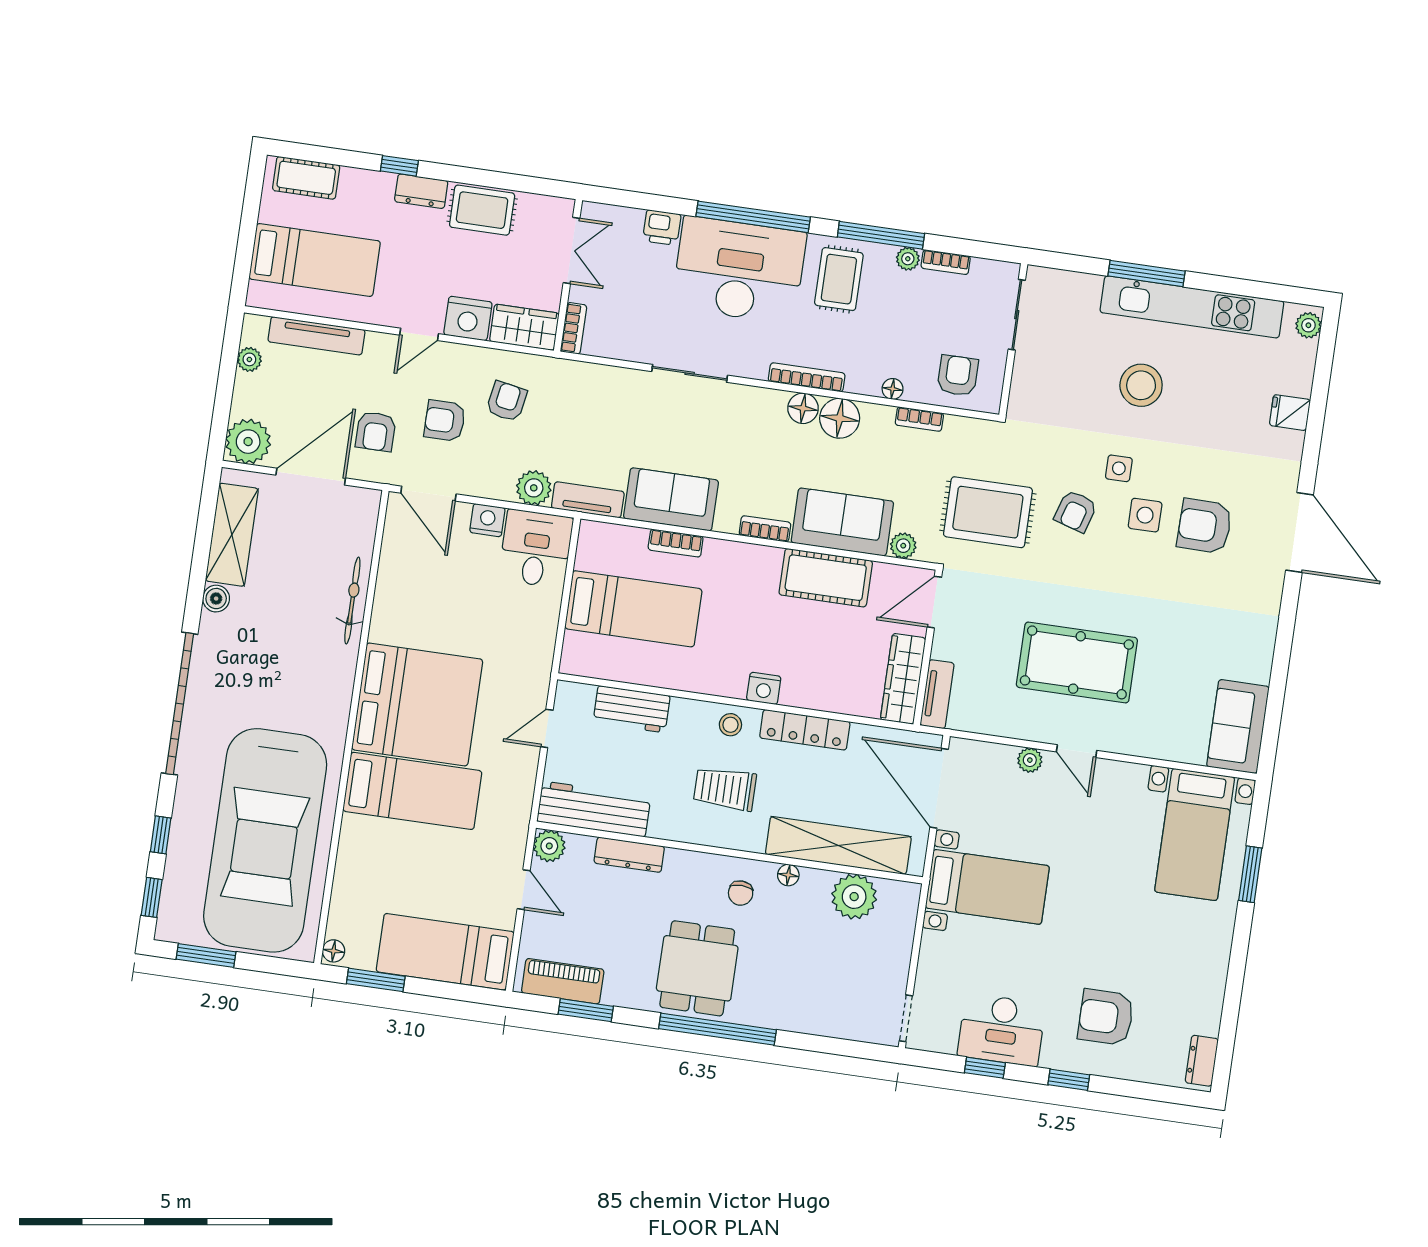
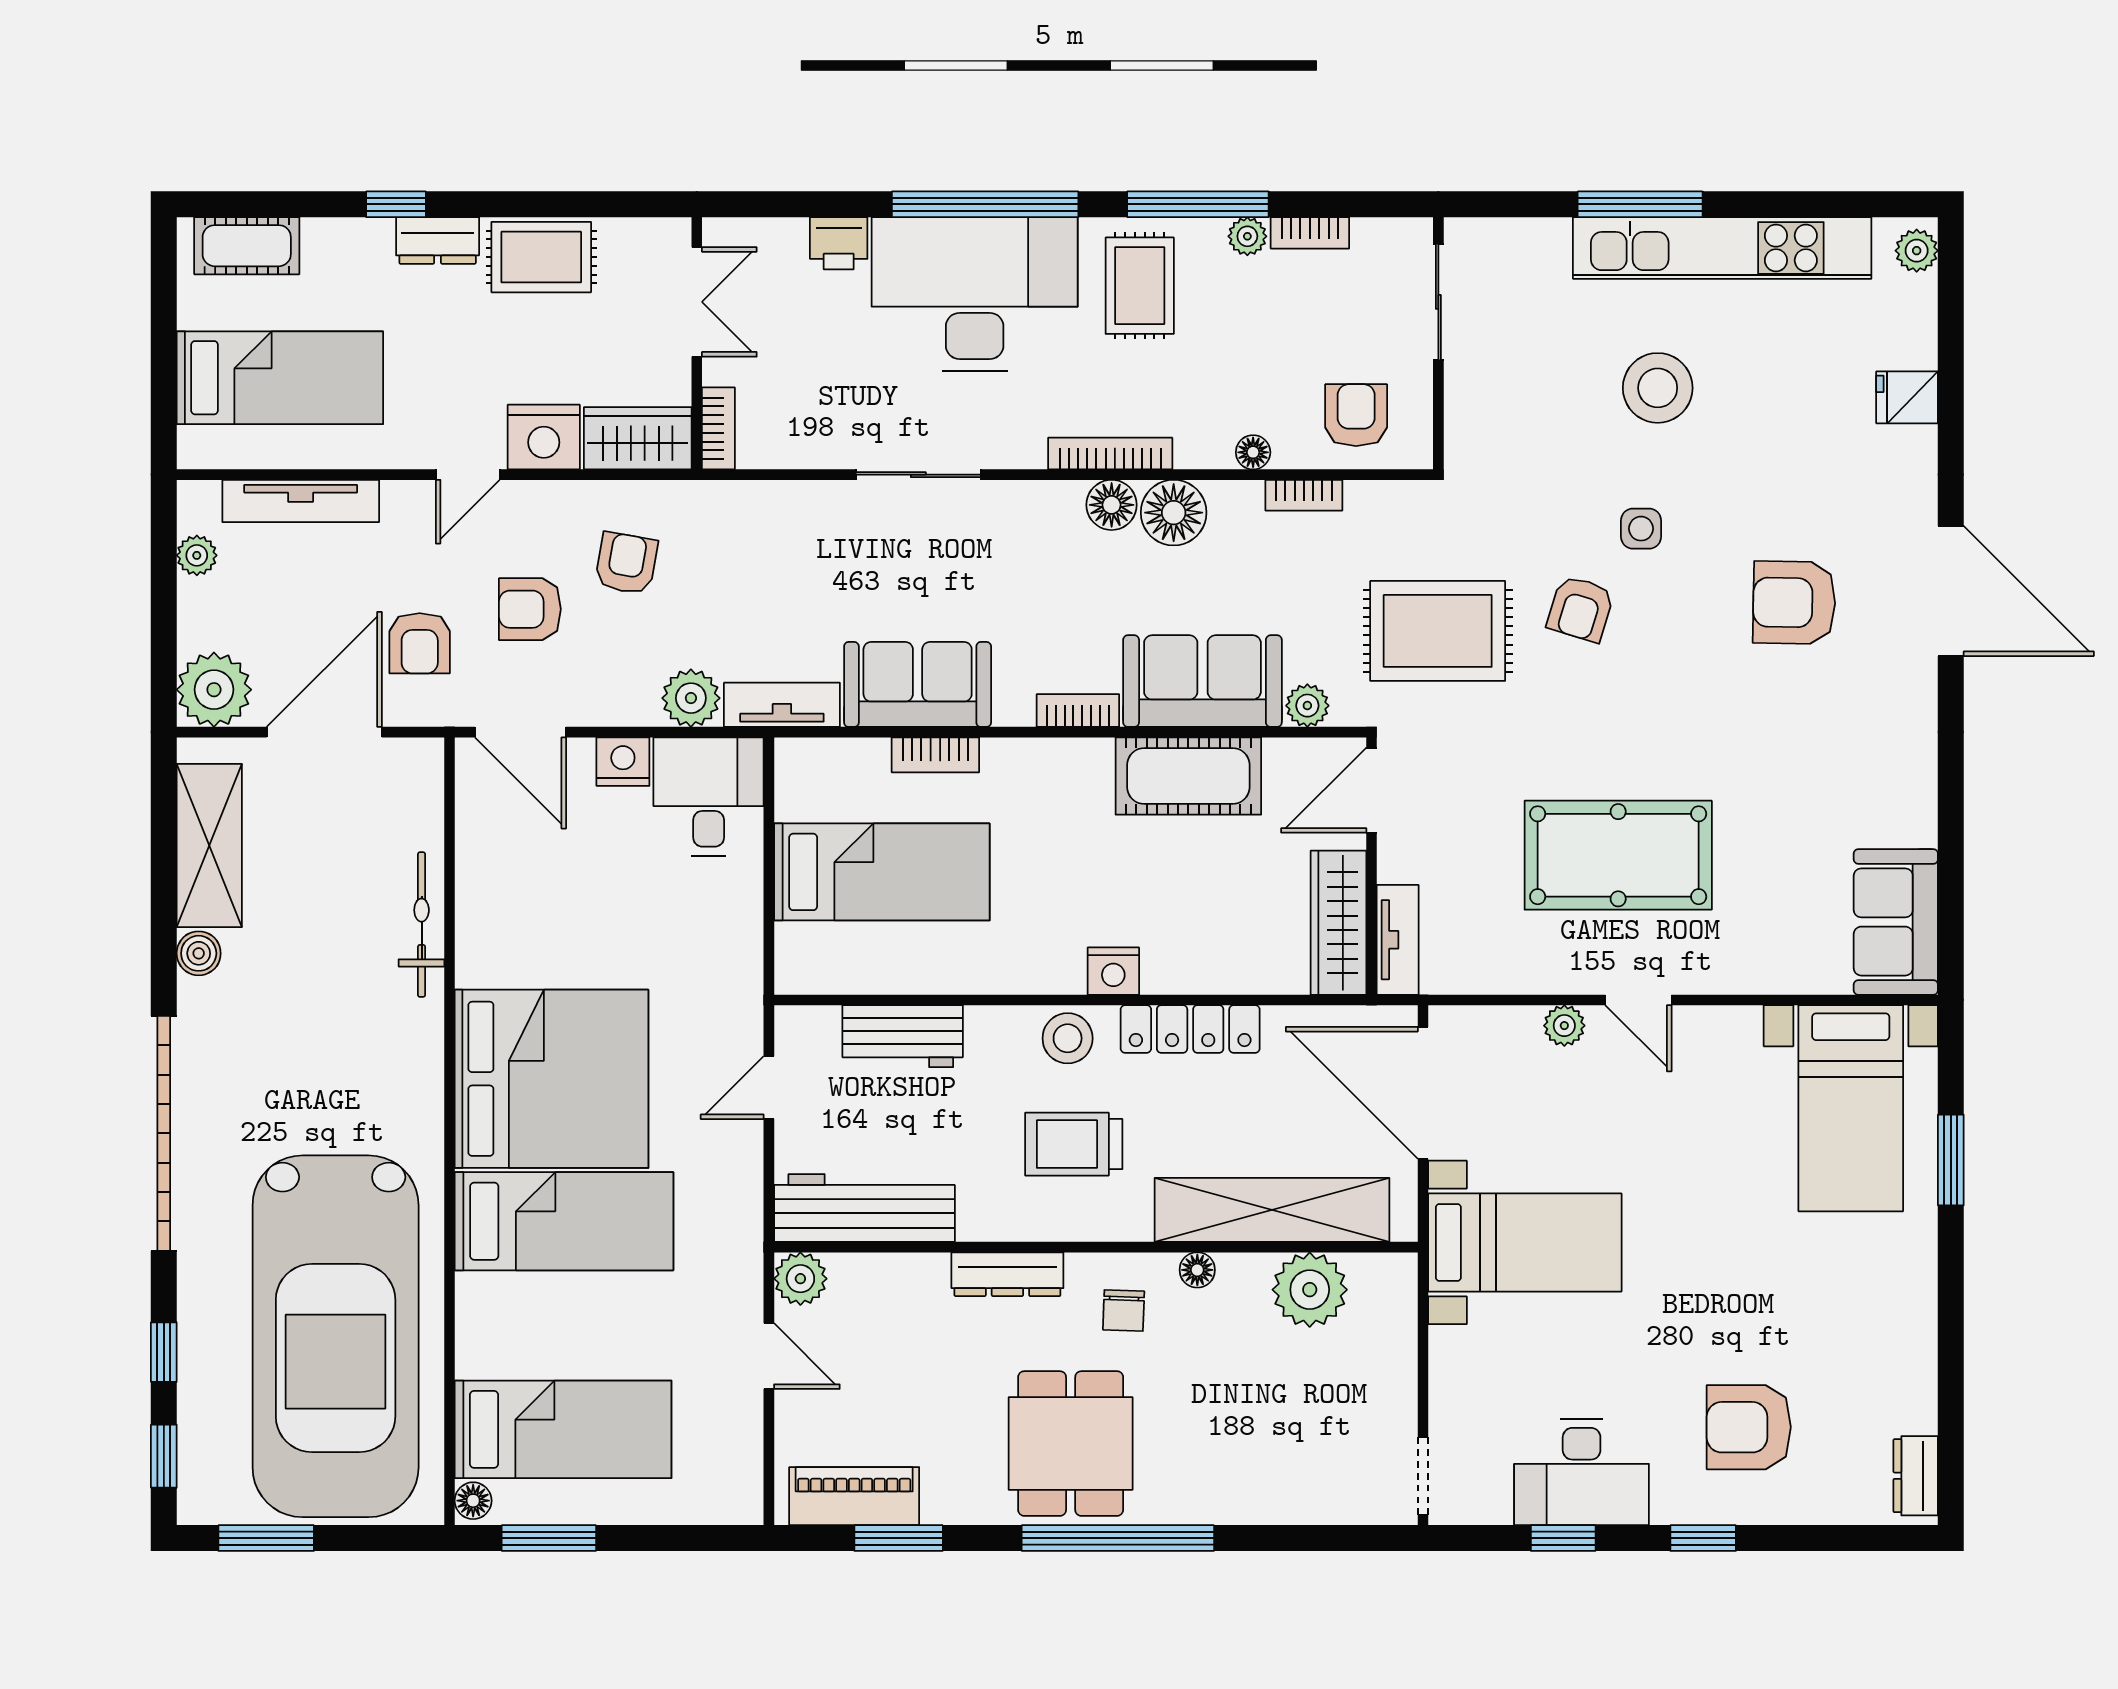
side table: (1145, 515) -> (1695, 599), removed
stool: (730, 725) -> (1068, 1038), width x1.37, depth x1.37
dresser: (629, 855) -> (1007, 1274), moved
bed: (445, 952) -> (563, 1429), moved, turned 180

